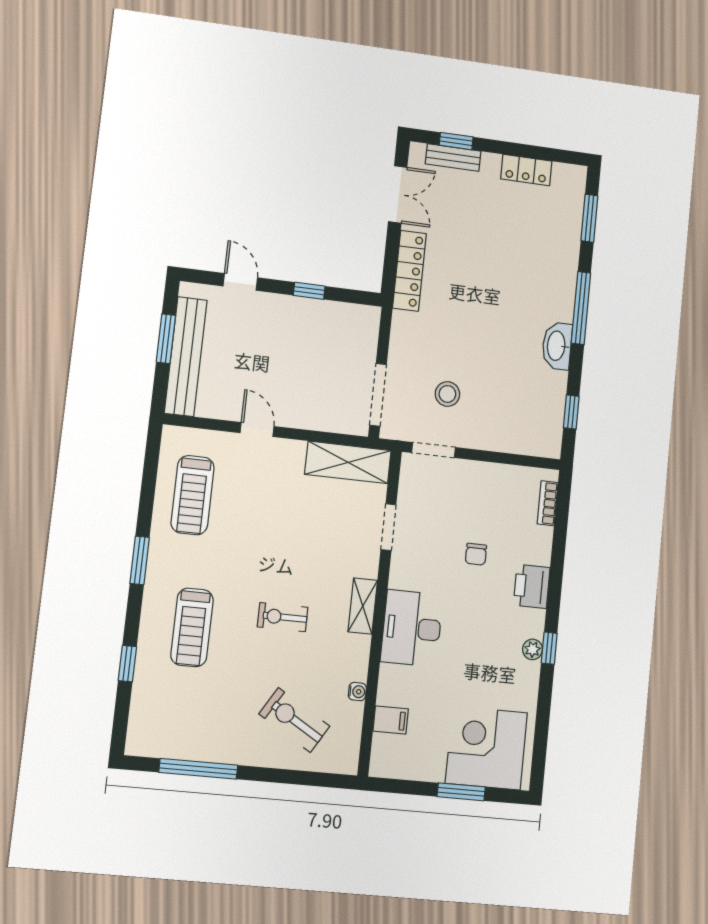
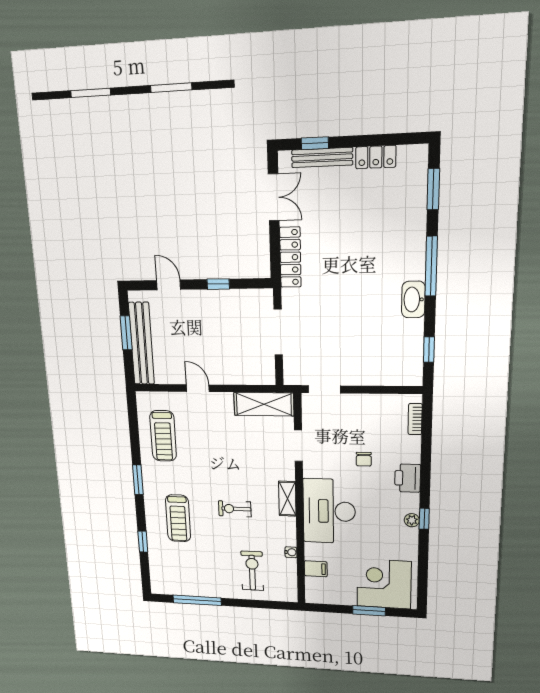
bench: (453, 157) -> (322, 158), width x1.36
stool: (447, 394) -> (330, 347), removed
doorway: (378, 395) -> (278, 332), moved
desk: (412, 628) -> (329, 511), width x1.36, depth x1.30
exercise bike: (294, 720) -> (252, 571), turned 59

